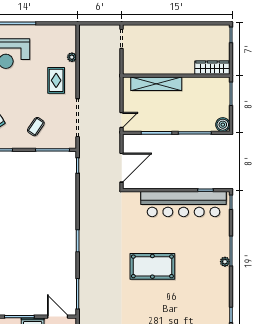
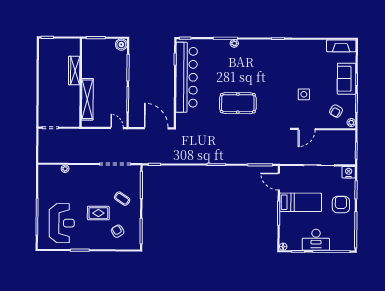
wardrobe: (212, 68) -> (74, 71), moved
rug: (56, 80) -> (98, 213), moved
pool table: (152, 266) -> (238, 103), turned 90
door: (58, 317) -> (279, 182), hinge flipped

